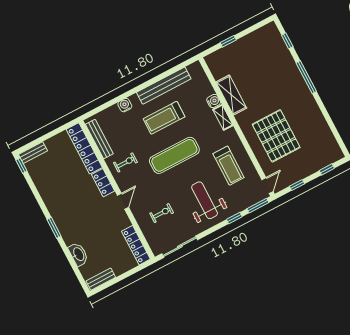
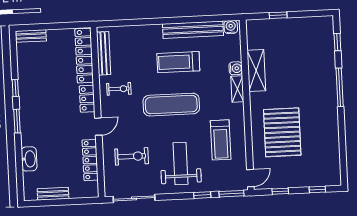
water cooler: (125, 105) -> (231, 27), moved
window: (21, 166) -> (15, 88), moved
exercise bike: (162, 213) -> (132, 156), width x1.38, depth x1.39
locker: (136, 245) -> (90, 160), moved
bench: (101, 279) -> (53, 194), moved

